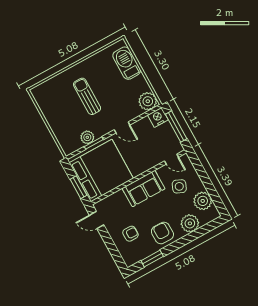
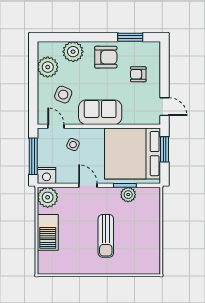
barbecue: (127, 63) -> (48, 232), moved
side table: (151, 152) -> (73, 145), added
armchair: (162, 233) -> (106, 57), turned -90

